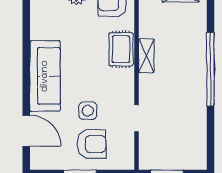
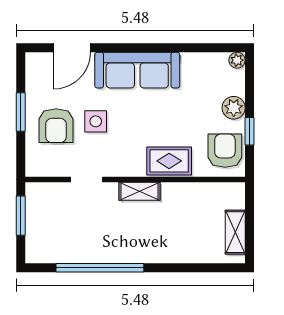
shelving: (146, 56) -> (139, 191), moved
window: (210, 69) -> (100, 268), moved

